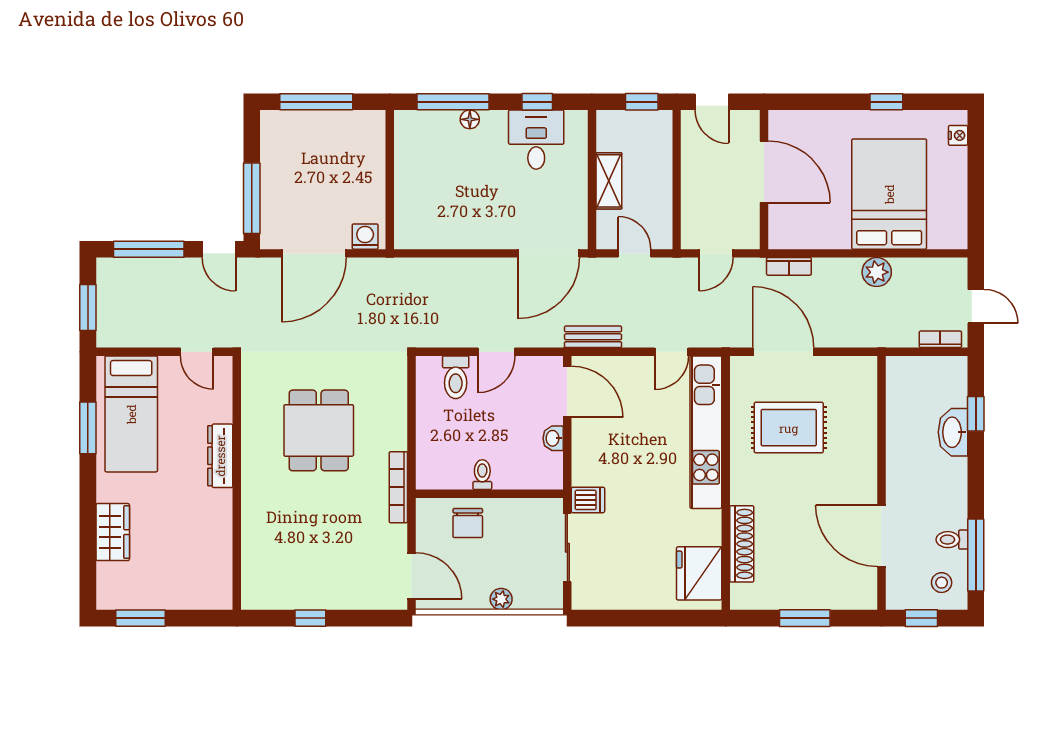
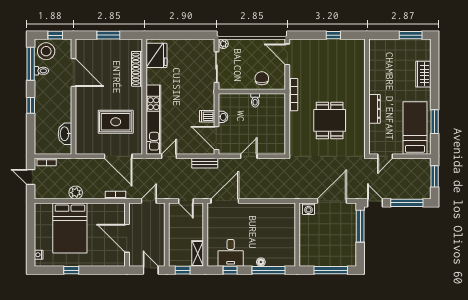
shelving: (609, 181) -> (198, 253), moved
door: (197, 352) -> (385, 156), swing flipped
toilet: (456, 377) -> (267, 145), removed
window: (976, 414) -> (31, 105), moved
washbasin: (953, 432) -> (65, 134), moved, turned 180
dishwasher: (588, 500) -> (207, 116), moved
stool: (942, 583) -> (46, 51), width x1.89, depth x1.89
plant: (501, 599) -> (223, 44), moved

